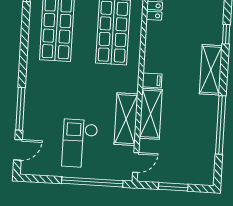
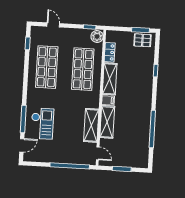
shelving: (211, 70) -> (110, 79), moved
checkout: (80, 143) -> (42, 124), moved, turned 180
door: (136, 162) -> (98, 153), hinge flipped

